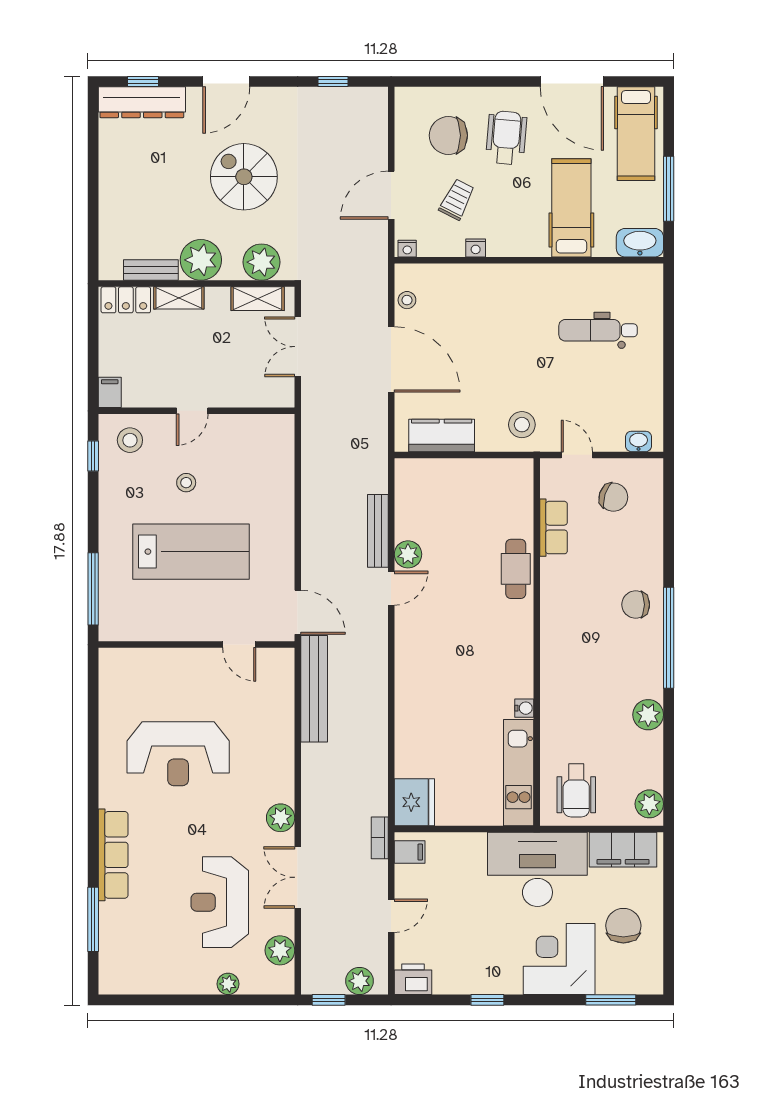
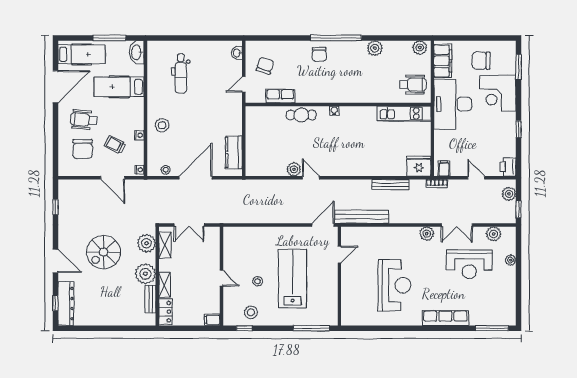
stool: (522, 425) -> (162, 125), moved
stool: (130, 440) -> (251, 312), moved
bench: (378, 531) -> (391, 185), moved
water cooler: (524, 708) -> (334, 111), moved
window: (93, 919) -> (492, 328), moved

